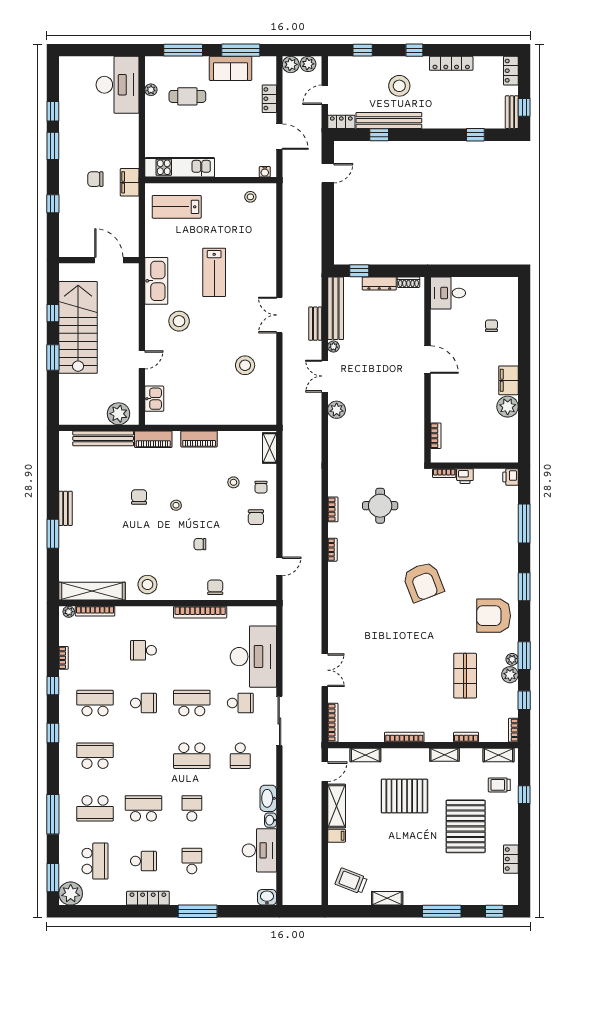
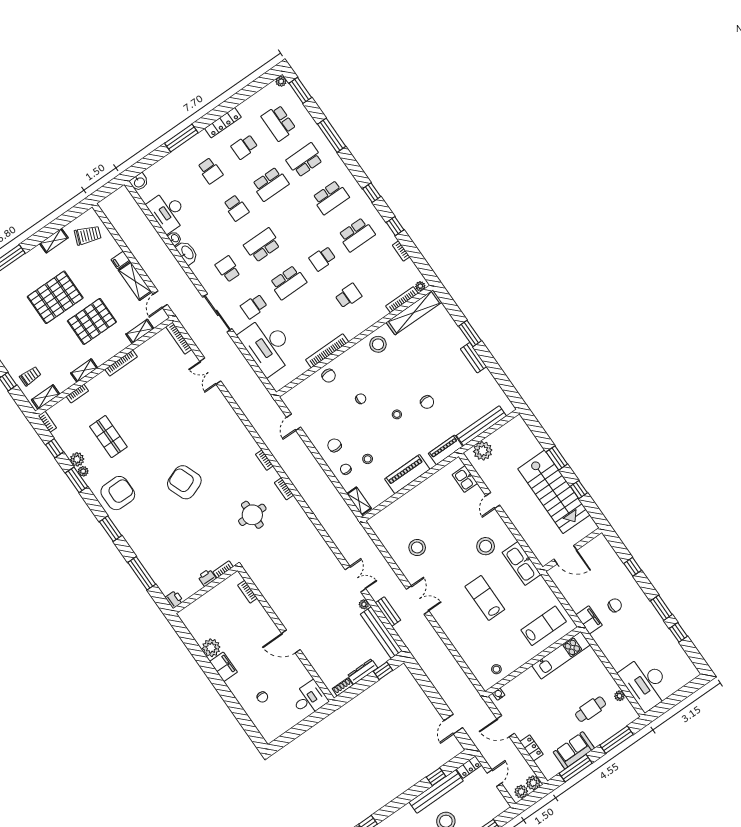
plant: (337, 410) -> (330, 561), removed
piano: (199, 439) -> (407, 474), width x1.37, depth x1.33
pallet: (466, 826) -> (55, 297), moved, turned 90
plant: (71, 894) -> (281, 81), width x0.53, depth x0.53

